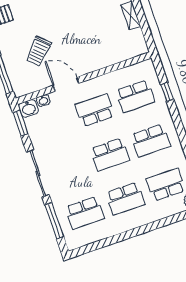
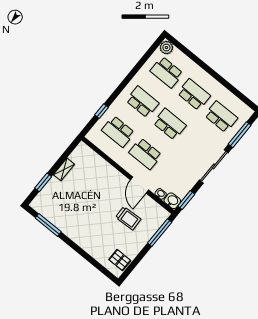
trolley: (39, 51) -> (128, 218), turned 43
school desk: (135, 96) -> (118, 132), turned 180

